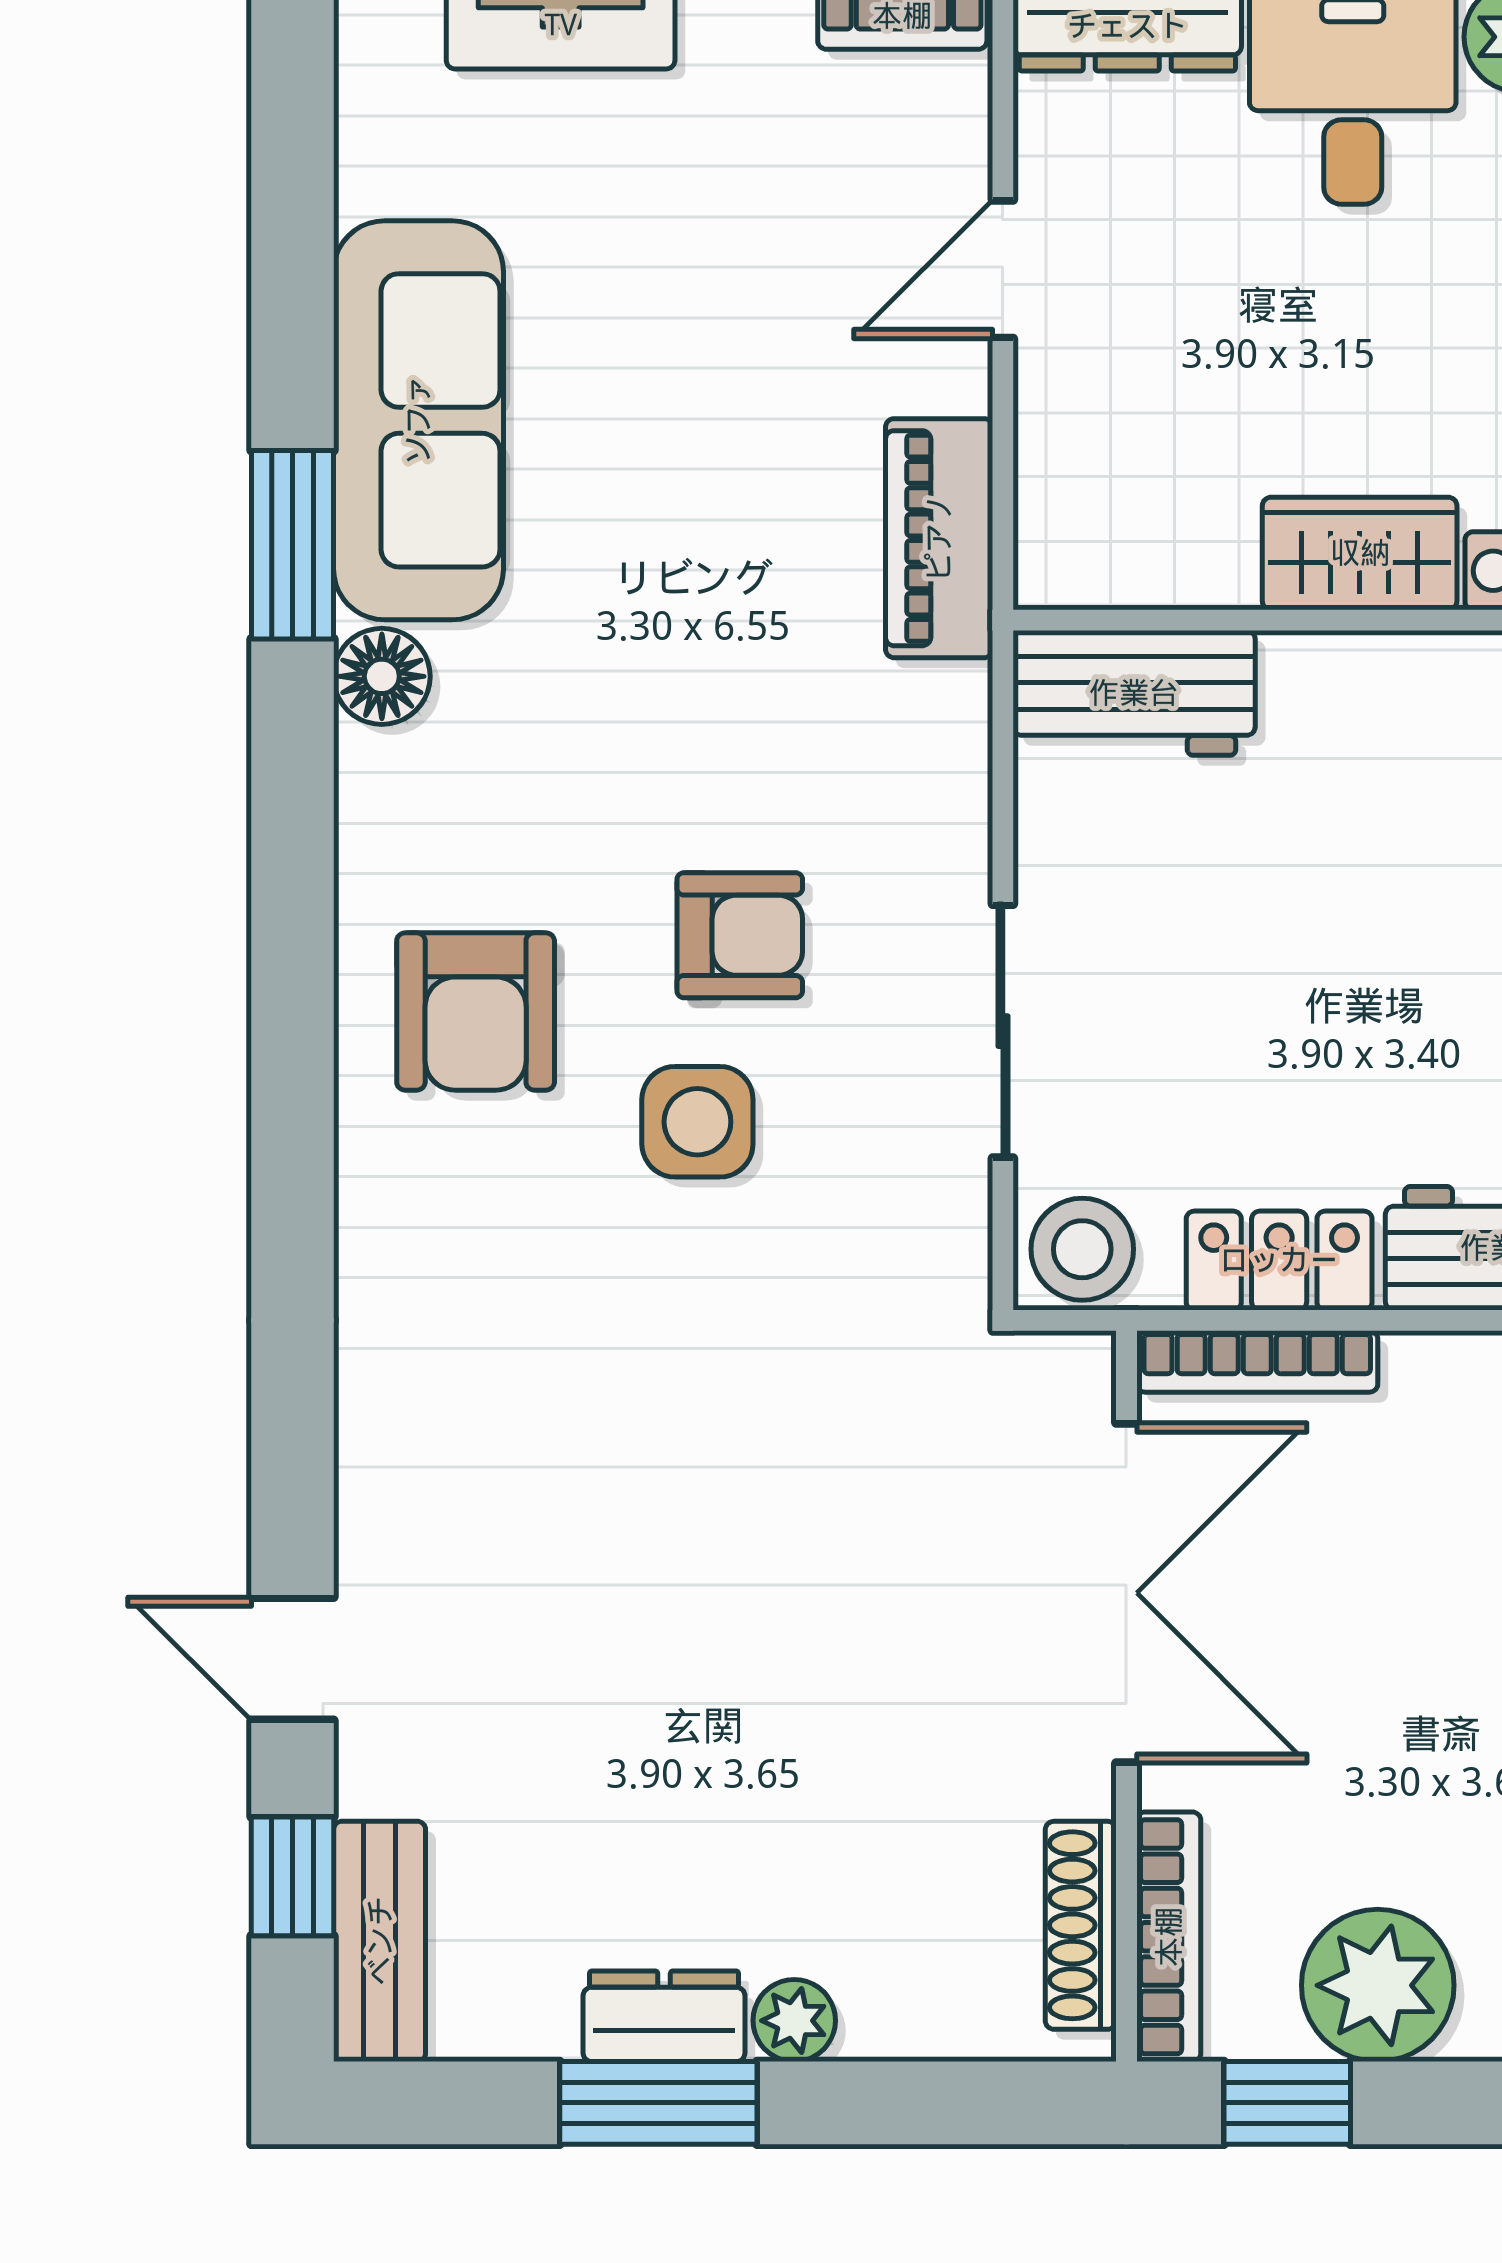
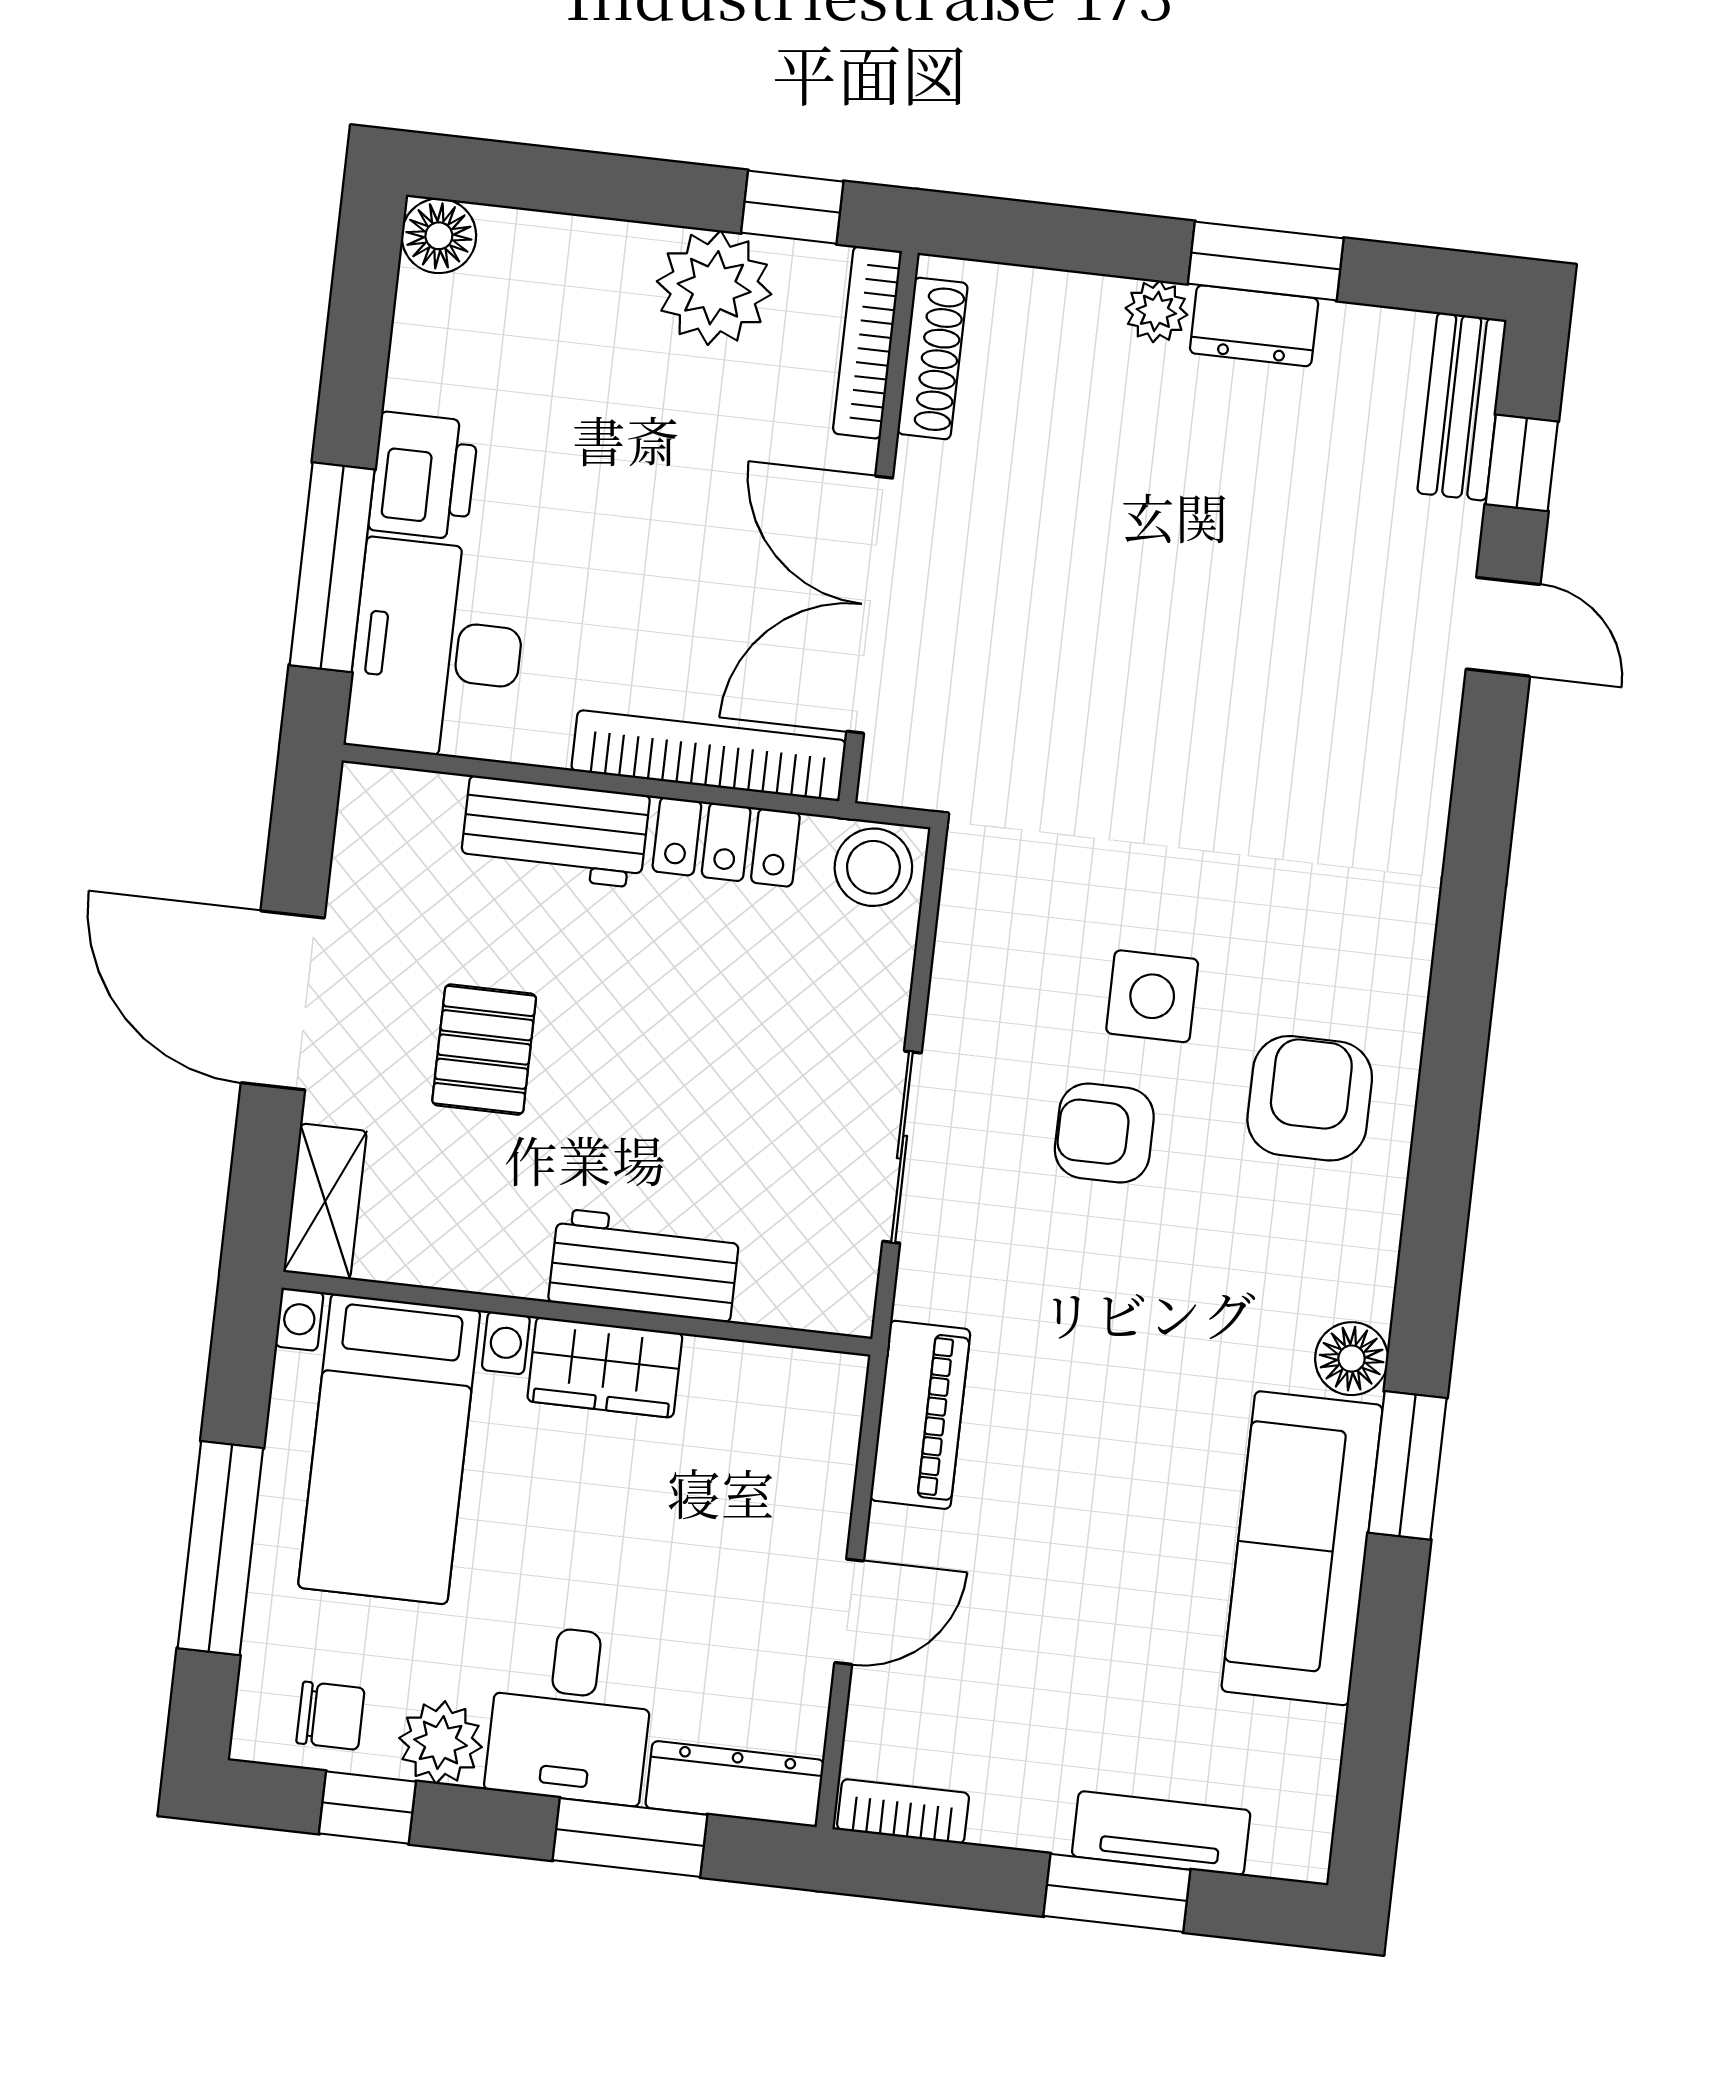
workbench: (1134, 693) -> (644, 1265), moved
sliding door: (1003, 1031) -> (902, 1147), moved
bookcase: (1257, 1361) -> (709, 756), width x1.48, depth x1.31

